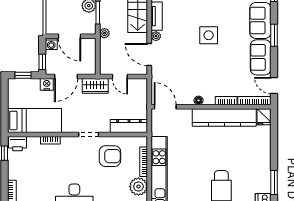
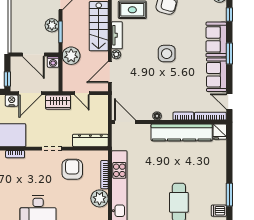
plant: (104, 33) -> (71, 56), width x1.88, depth x1.88
washing machine: (51, 44) -> (53, 62), moved
door: (149, 55) -> (110, 72), hinge flipped
armchair: (110, 156) -> (72, 169), turned -90

